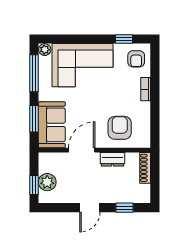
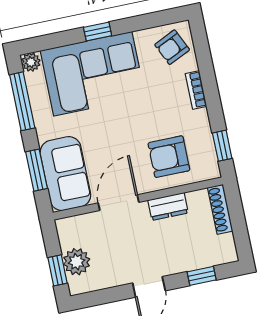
window: (124, 39) -> (98, 32), moved
armchair: (136, 59) -> (172, 47), turned 65
armchair: (120, 128) -> (169, 157), turned -90
window: (155, 128) -> (222, 146), added

